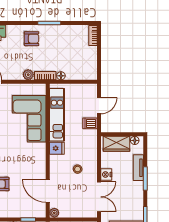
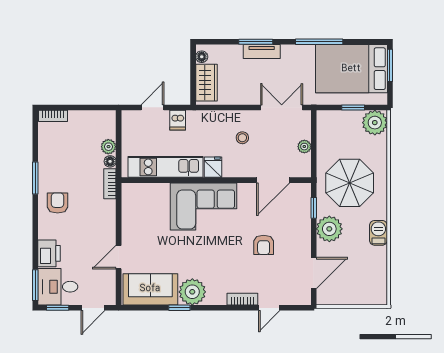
plant: (28, 75) -> (108, 147), moved
door: (99, 106) -> (152, 107), hinge flipped
corner sofa: (29, 119) -> (203, 206), moved
tv unit: (138, 168) -> (262, 52), moved
nightstand: (106, 175) -> (250, 97), removed
plant: (54, 213) -> (304, 147), moved

